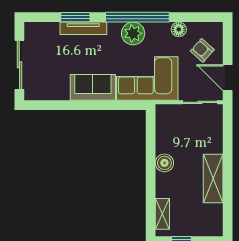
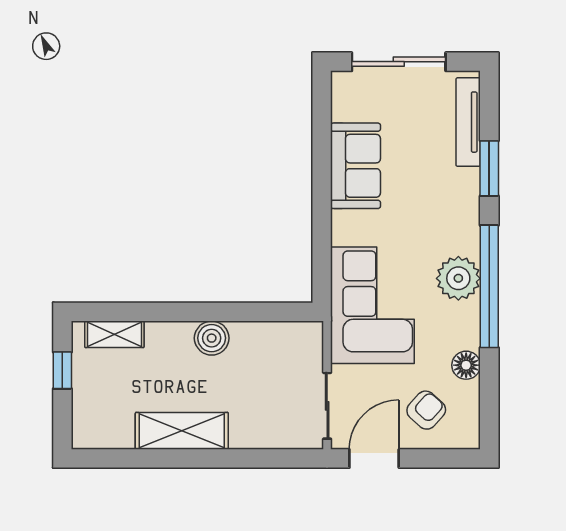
tv unit: (83, 28) -> (468, 122), moved
sofa: (93, 87) -> (355, 166), moved

